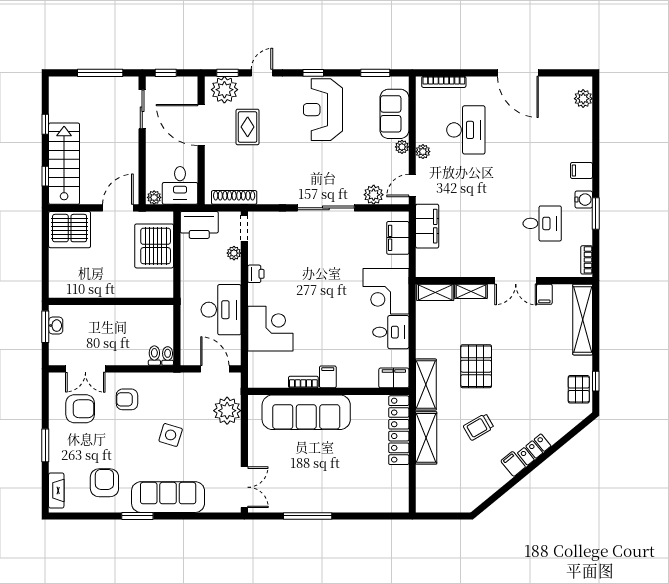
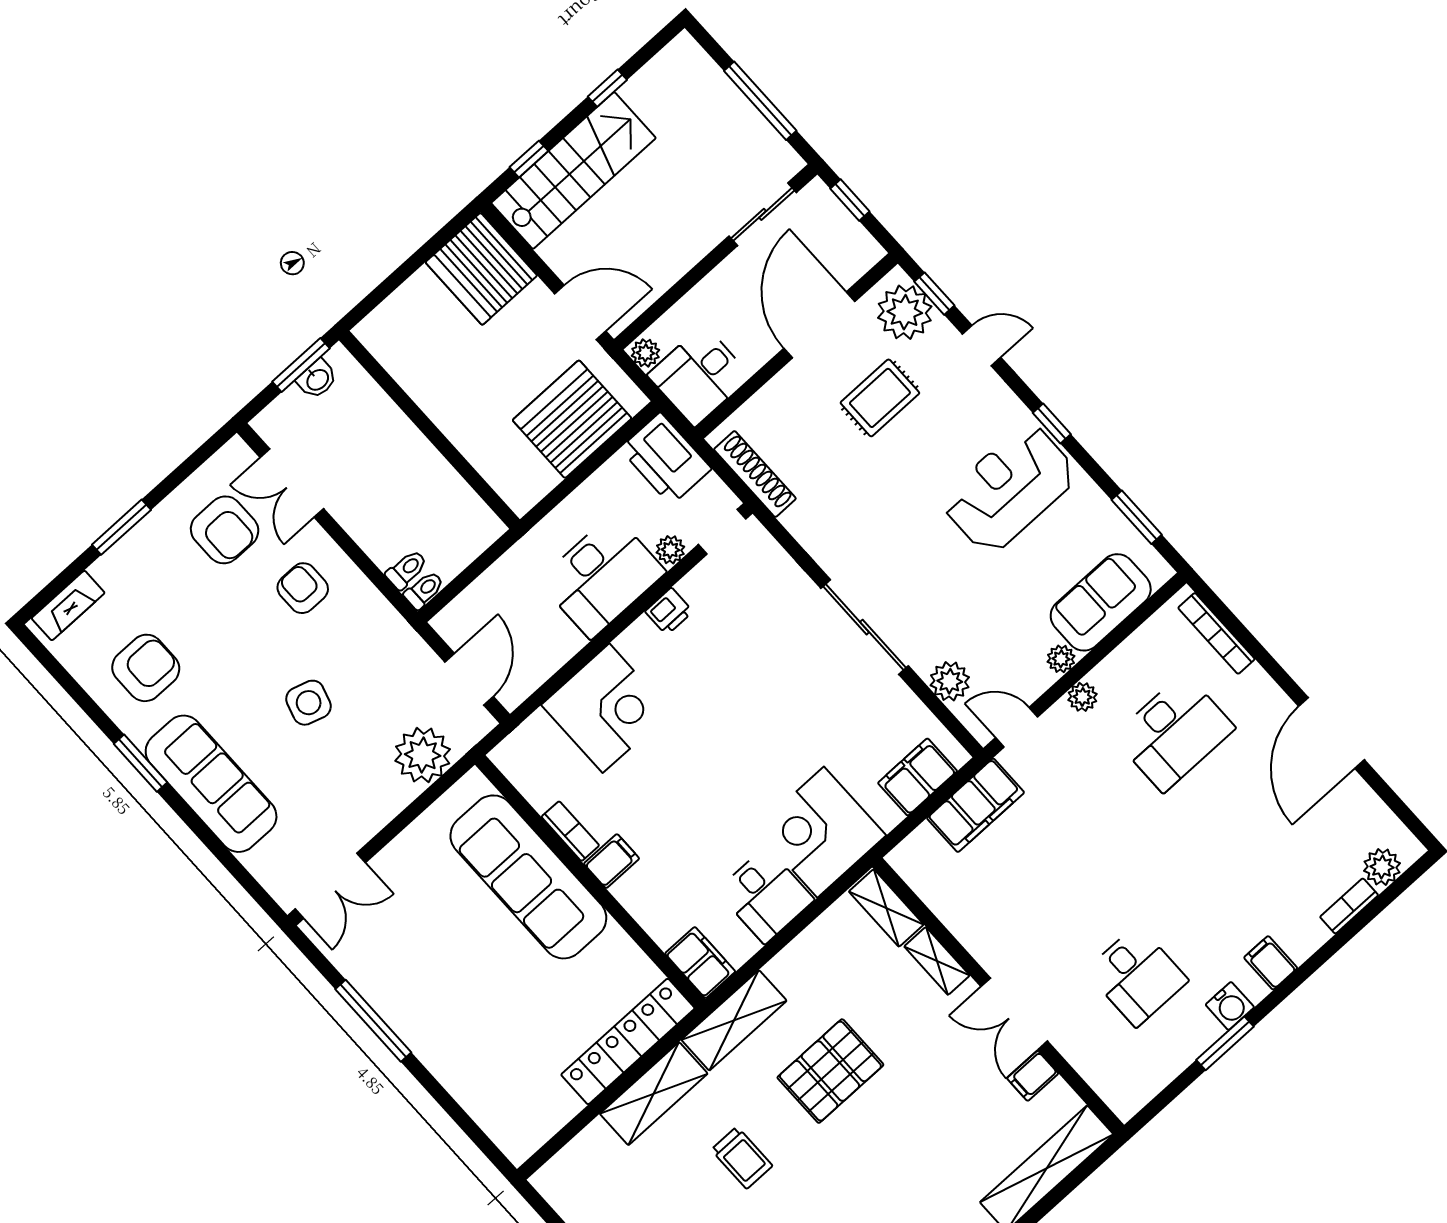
bookcase: (587, 260) -> (1349, 906), moved
desk: (221, 310) -> (602, 576), moved
trolley: (479, 427) -> (742, 1158), turned -150

